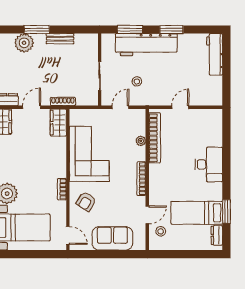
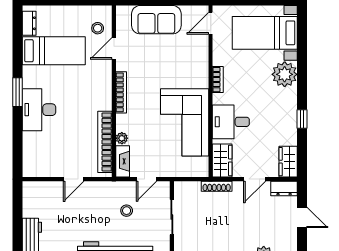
fireplace: (140, 122) -> (123, 161), added
desk: (51, 154) -> (231, 122), added
armchair: (86, 201) -> (188, 65), removed
window: (226, 212) -> (18, 92), moved
door: (68, 235) -> (211, 23), hinge flipped

